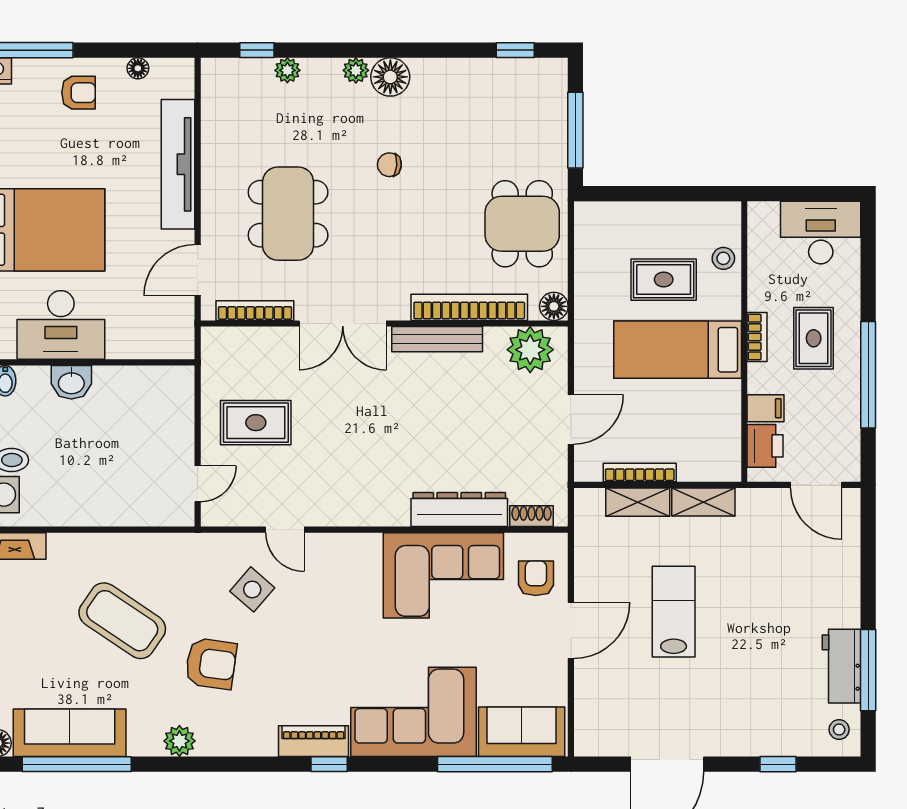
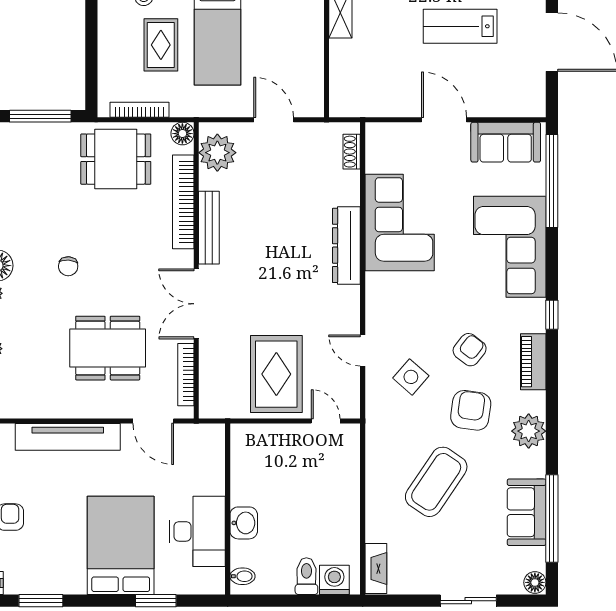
double door: (343, 324) -> (196, 304), swing flipped
rug: (256, 423) -> (276, 374), width x1.36, depth x1.43
bookcase: (640, 473) -> (139, 110), moved, turned 90
shelving: (638, 502) -> (340, 66), removed
dresser: (459, 509) -> (346, 245), moved
door: (285, 530) -> (363, 350), swing flipped
armchair: (536, 578) -> (470, 350), moved, turned 128
lab bench: (674, 612) -> (460, 26), moved
sofa: (522, 732) -> (506, 142), moved, turned -90
sofa: (70, 733) -> (527, 512), width x0.73
plant: (179, 741) -> (529, 431), width x1.36, depth x1.36
piano: (314, 741) -> (533, 362), moved

